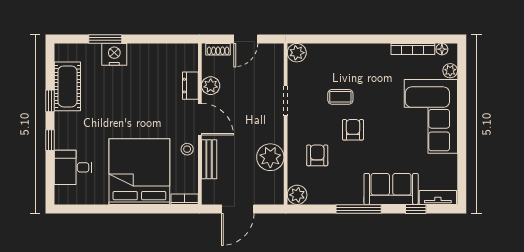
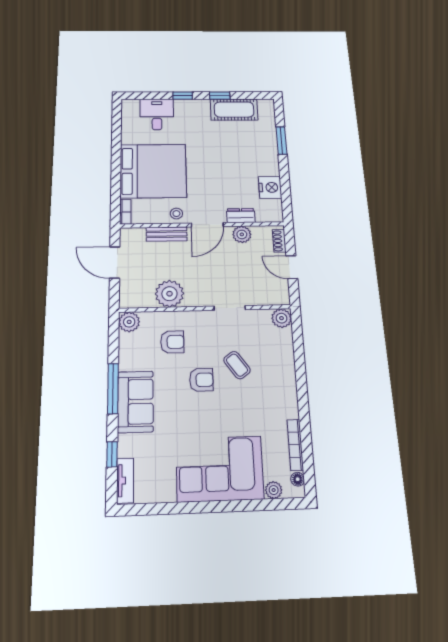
nightstand: (114, 54) -> (270, 187), moved
coffee table: (340, 97) -> (237, 365), turned -36
sofa: (391, 189) -> (135, 402), moved

